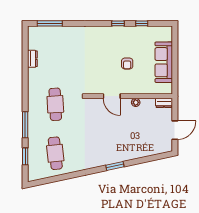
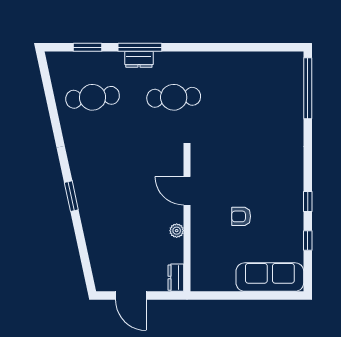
window: (50, 23) -> (308, 88), width x1.46
dresser: (32, 59) -> (139, 59), moved
sofa: (164, 62) -> (270, 277), moved
door: (112, 96) -> (187, 191), hinge flipped

